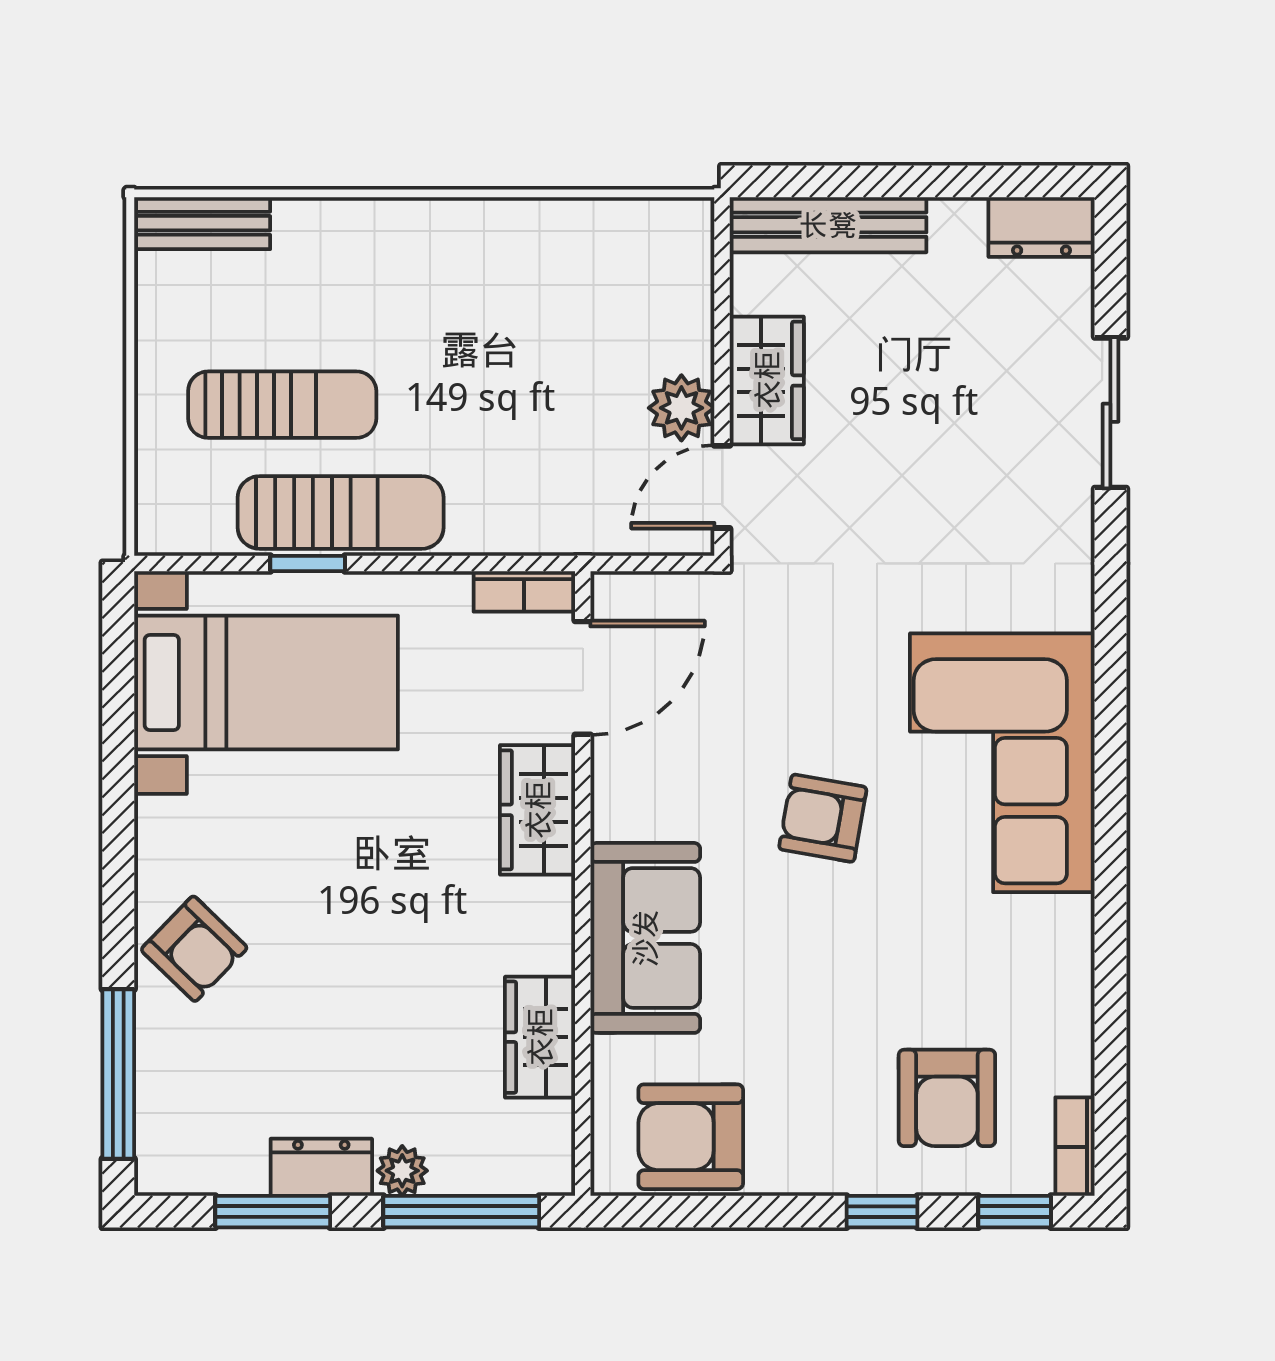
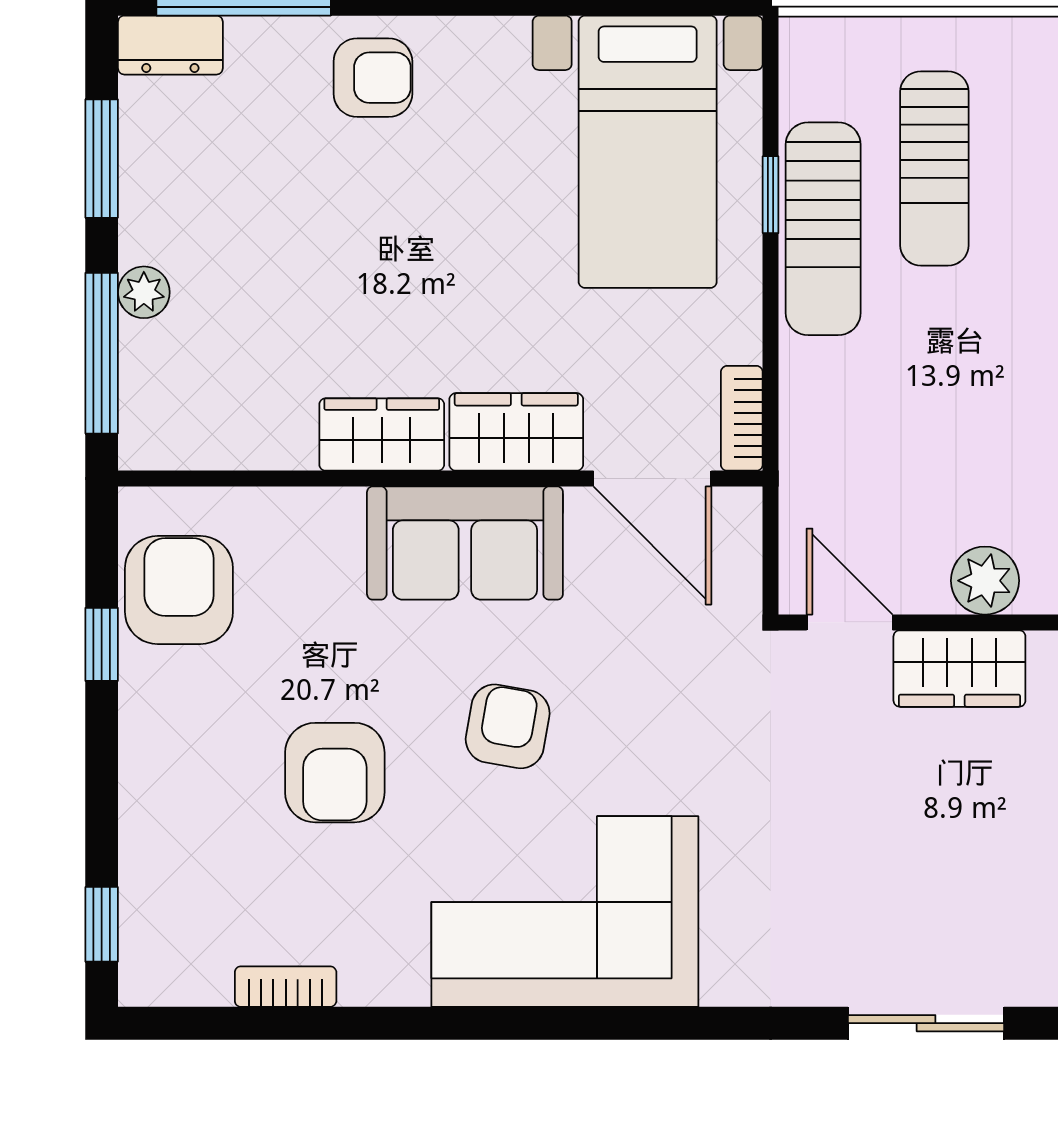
plant: (681, 408) -> (985, 581), moved
sofa: (645, 938) -> (465, 543), moved
armchair: (194, 949) -> (373, 78), turned -134
wardrobe: (540, 1037) -> (382, 434), moved
armchair: (947, 1098) -> (335, 773), moved, turned -90
bookcase: (1075, 1147) -> (286, 987), moved
dresser: (321, 1167) -> (170, 45), moved, turned 90
window: (882, 1212) -> (102, 644), moved

